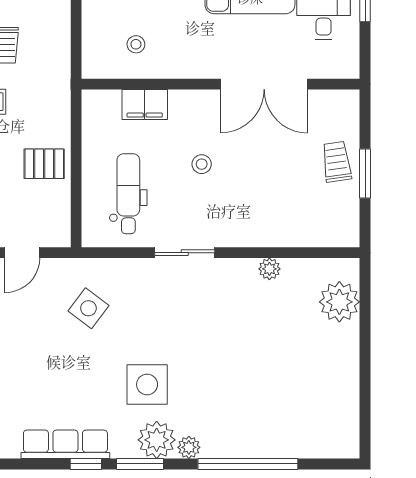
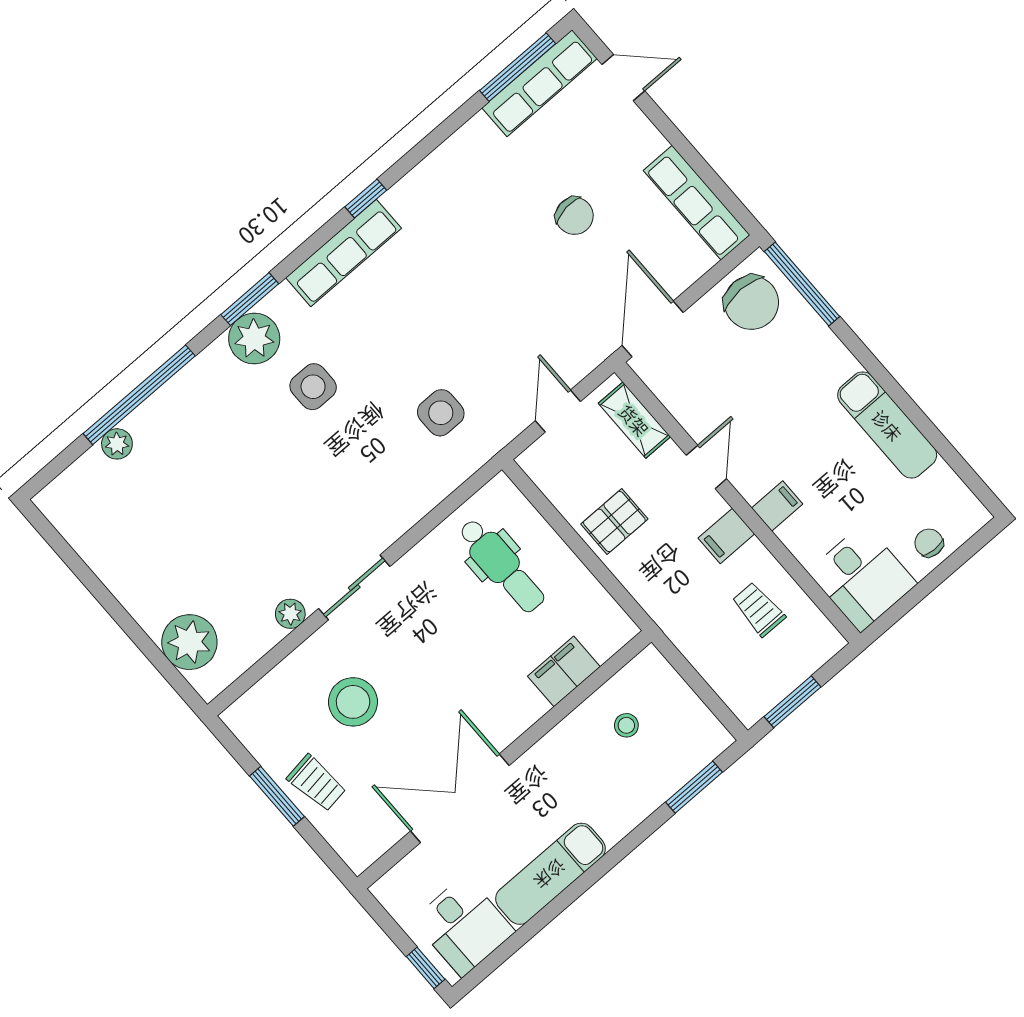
stool: (202, 164) -> (353, 702), moved, width x1.89, depth x1.89
sliding door: (185, 253) -> (354, 587), moved
side table: (88, 308) -> (441, 413), turned -37
side table: (147, 385) -> (313, 387), width x0.73, depth x0.73
plant: (189, 447) -> (117, 444), moved
window: (86, 464) -> (366, 199), moved

